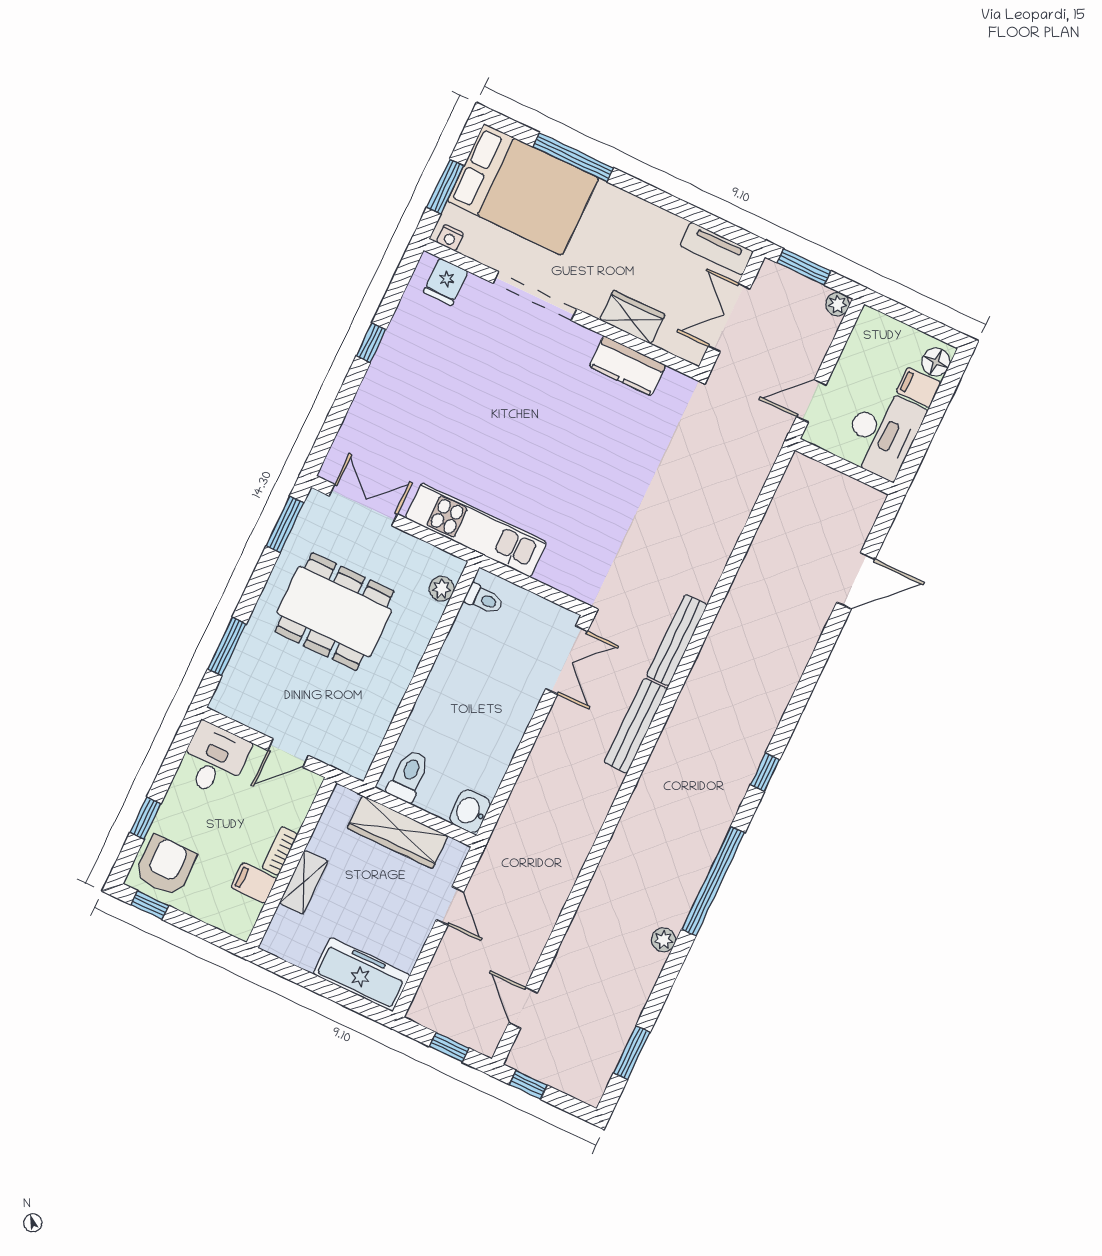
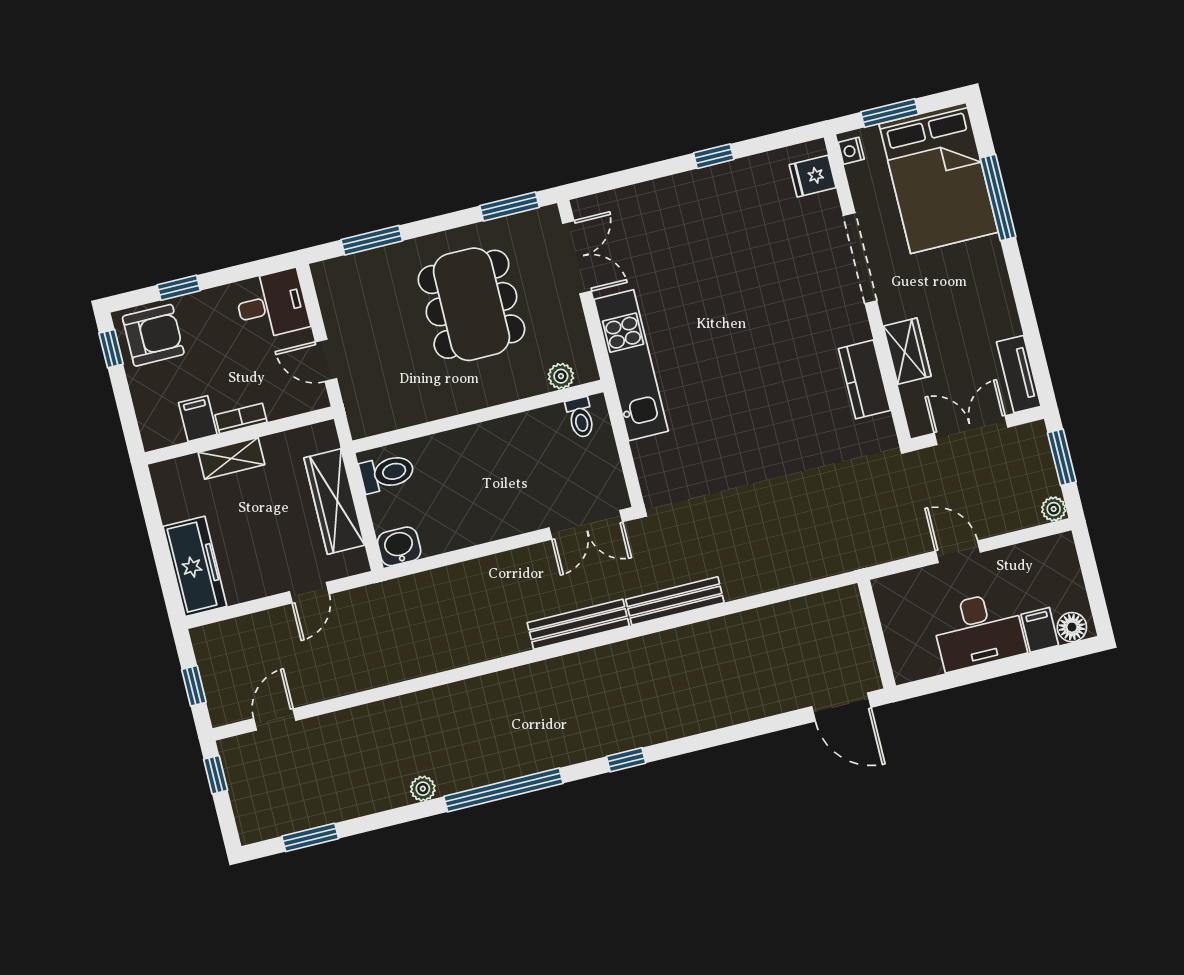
wall: (844, 467) -> (877, 634), moved

